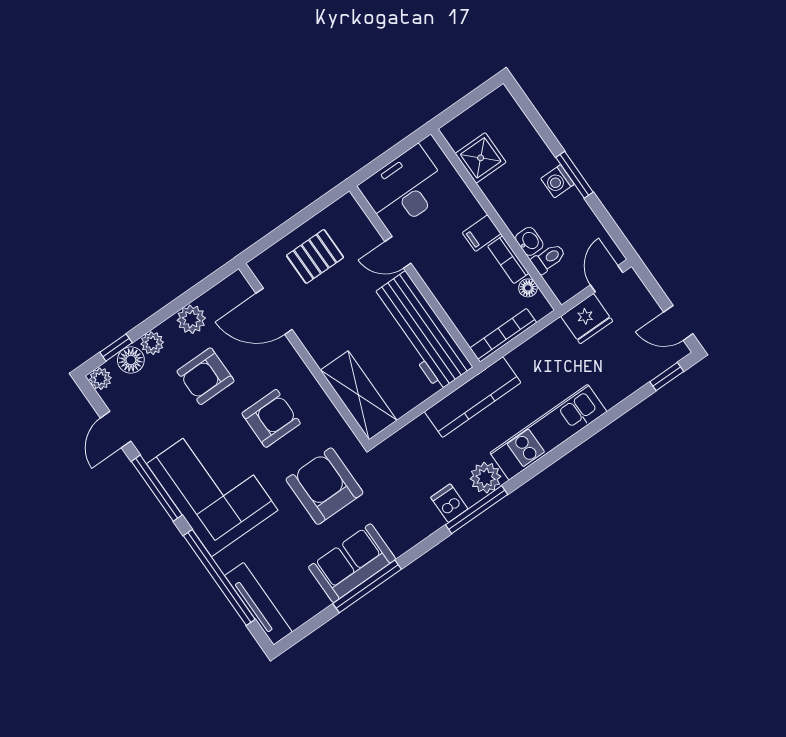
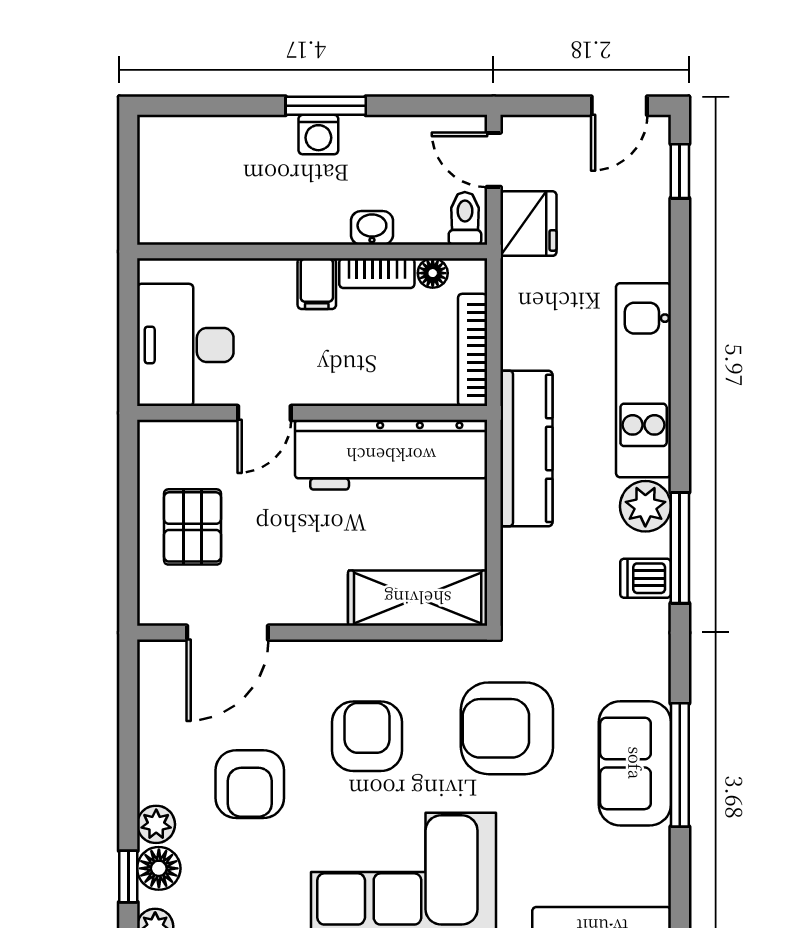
shower: (481, 158) -> (216, 215), removed
toilet: (548, 259) -> (465, 218), moved
plant: (191, 319) -> (161, 750), removed

